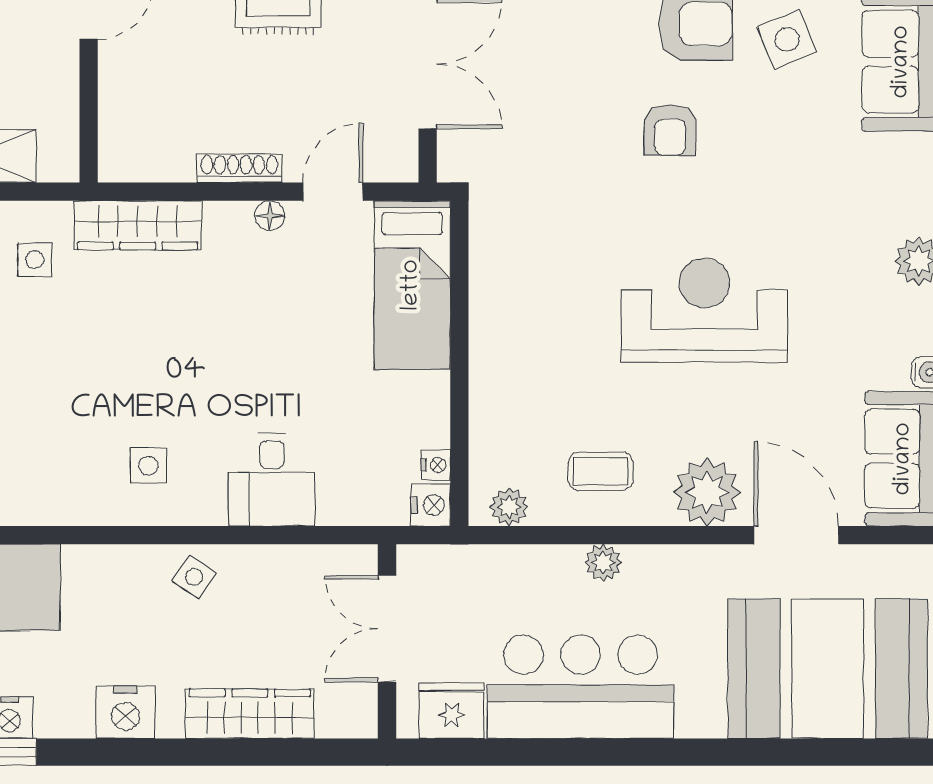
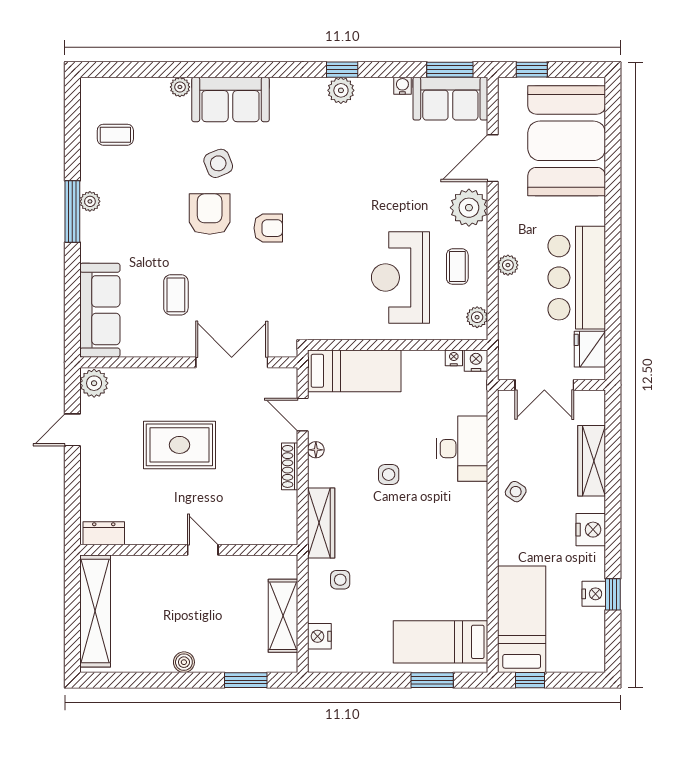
reception desk: (704, 310) -> (400, 277), moved
side table: (149, 466) -> (389, 474), moved
desk: (272, 480) -> (462, 449), width x1.37

